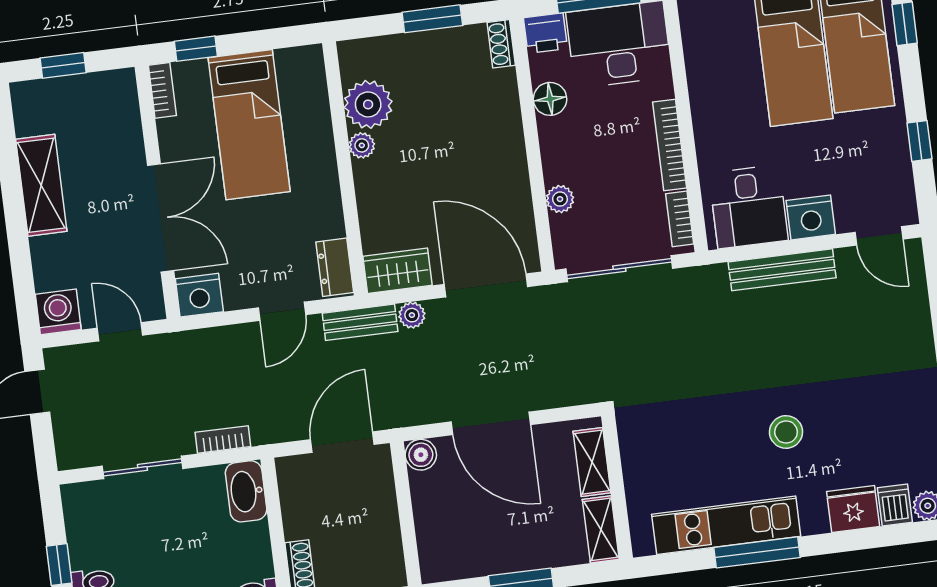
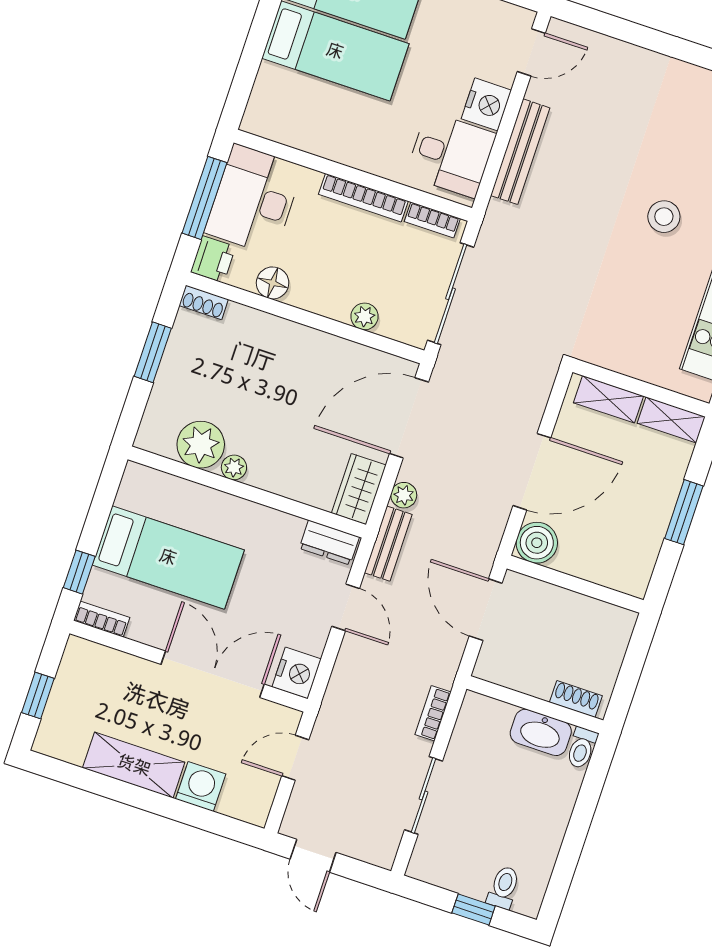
washing machine: (58, 312) -> (201, 787), moved, turned 90
boiler: (421, 455) -> (537, 543), width x1.36, depth x1.36
washbasin: (246, 491) -> (541, 732), moved

